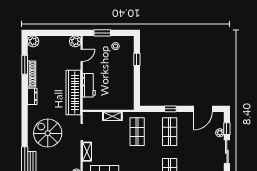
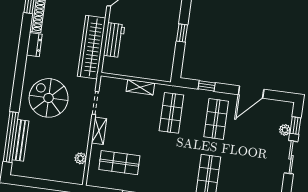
window: (137, 59) -> (182, 33), moved
window: (170, 109) -> (207, 86), moved
door: (203, 109) -> (251, 92), moved

